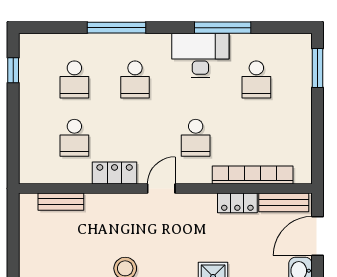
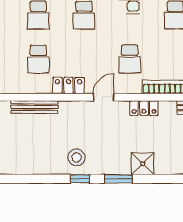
bench: (61, 202) -> (34, 107), width x1.36
locker: (237, 203) -> (144, 108), moved

